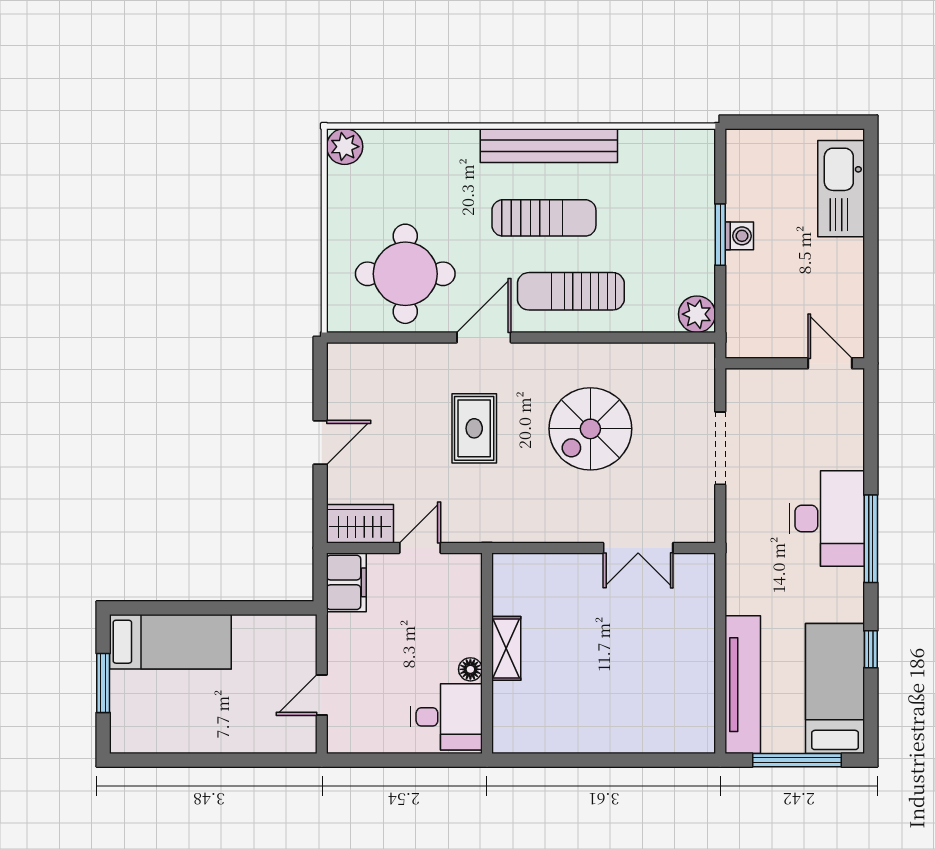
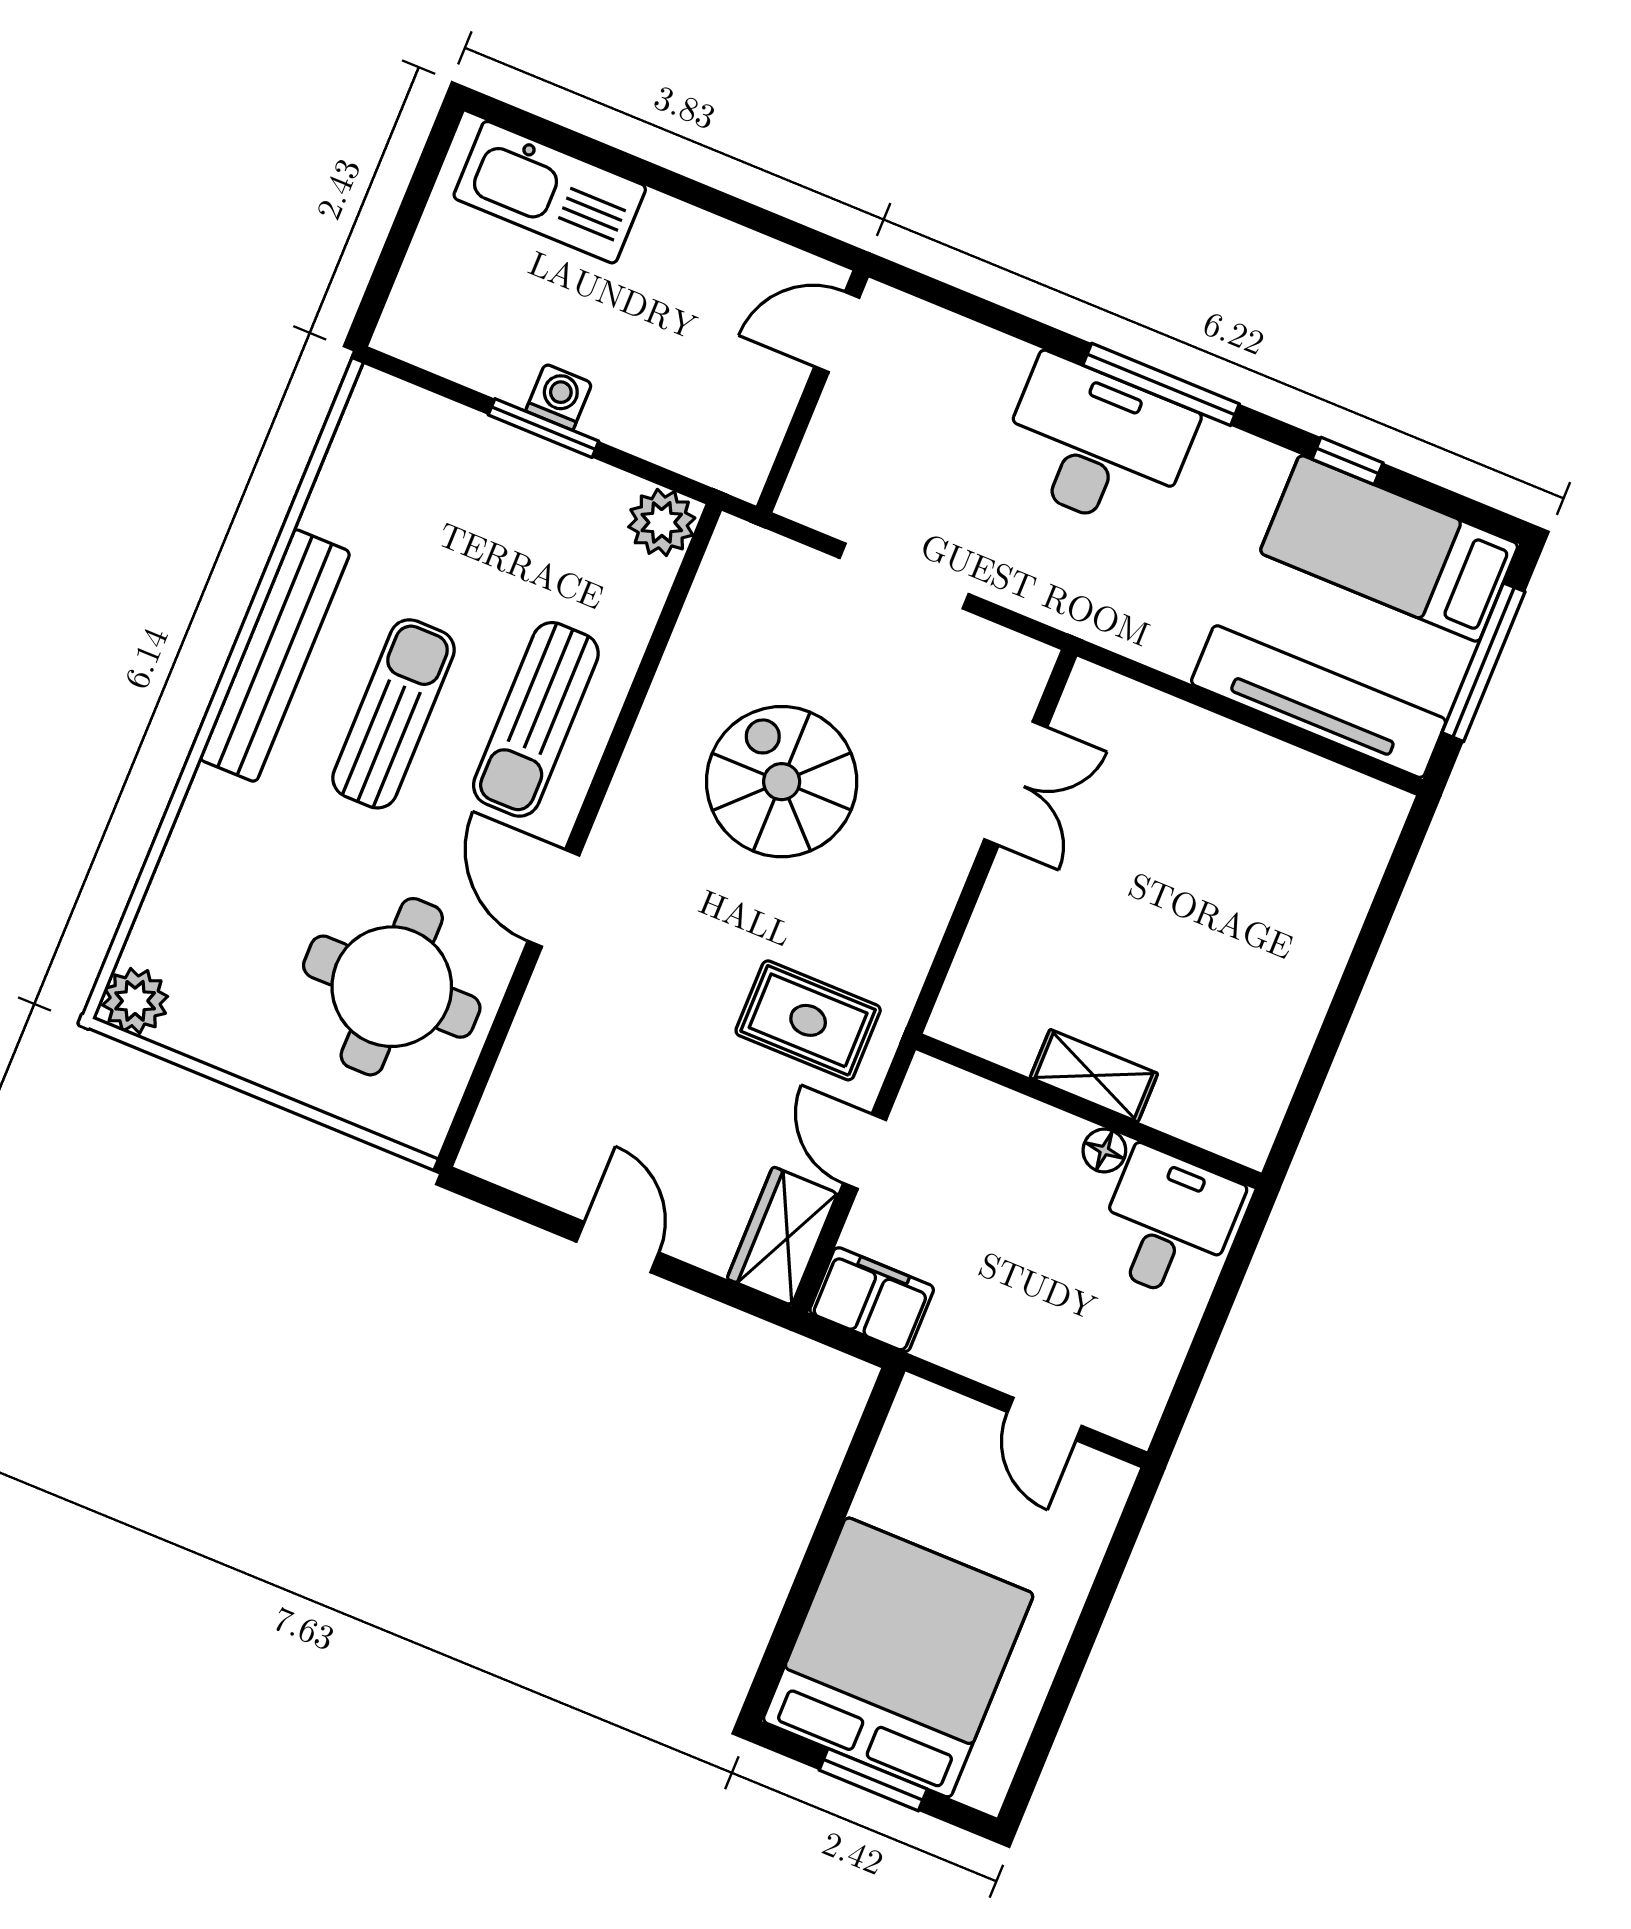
rug: (474, 428) -> (808, 1020), moved
spiral stairs: (590, 429) -> (782, 782), turned 180
bed: (170, 642) -> (898, 1657), width x2.04

